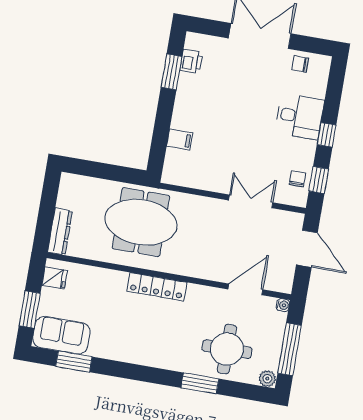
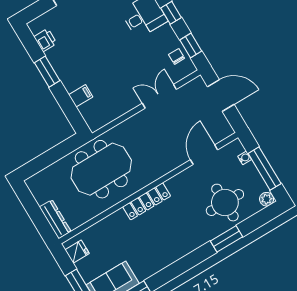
window: (171, 72) -> (47, 72), moved
water cooler: (283, 305) -> (245, 158), moved

